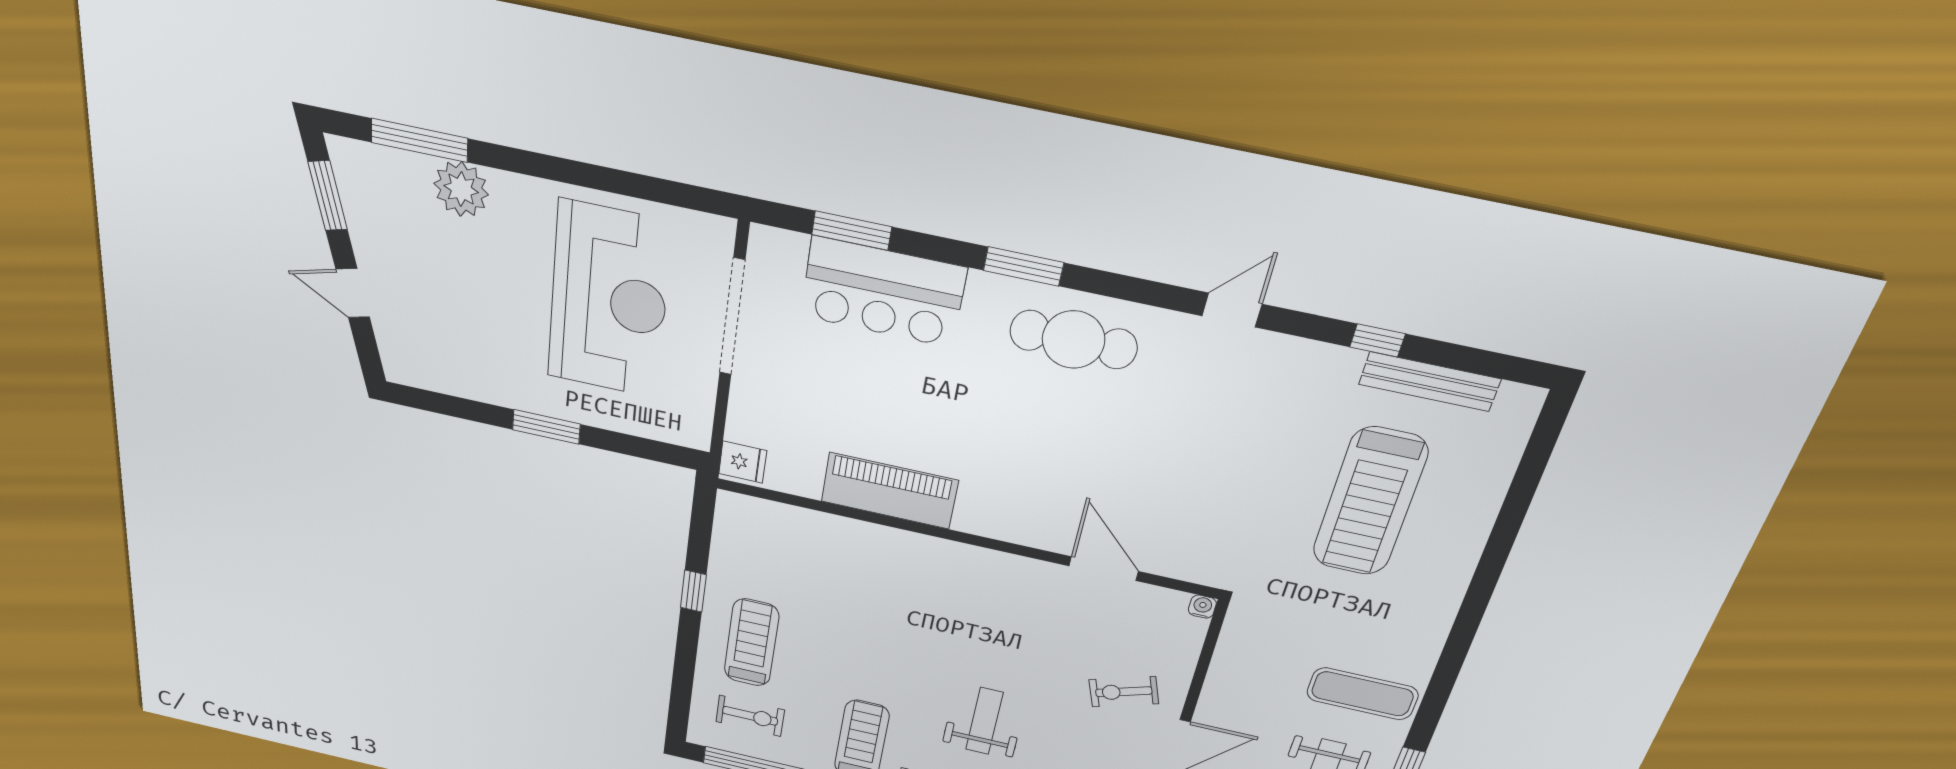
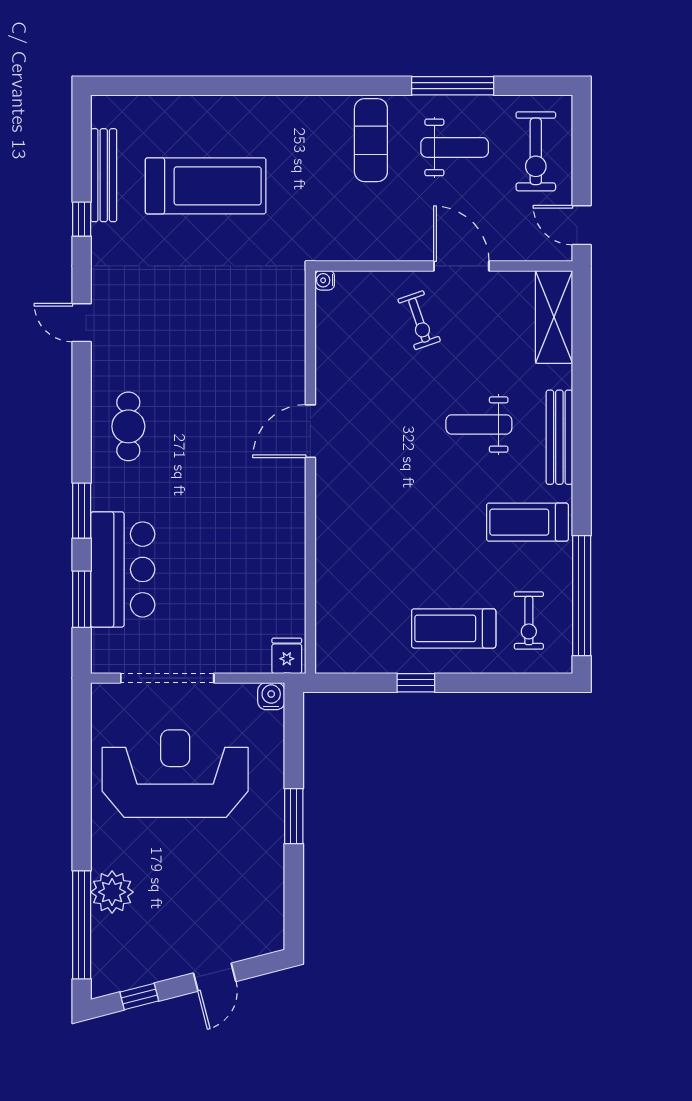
window: (419, 140) -> (82, 925), width x1.46
window: (328, 196) -> (139, 996), width x0.67
window: (1024, 266) -> (82, 511), moved
cafe table: (1073, 340) -> (128, 426), width x0.73, depth x0.74
water cooler: (695, 434) -> (271, 696), added
piano: (889, 491) -> (284, 538), removed
door: (1104, 569) -> (310, 431), moved
exercise bike: (750, 716) -> (529, 621), turned 180

